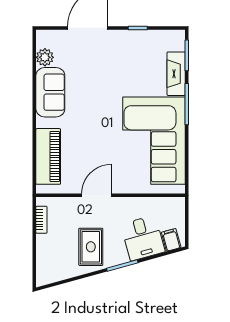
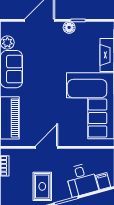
floor lamp: (126, 37) -> (69, 27), added

